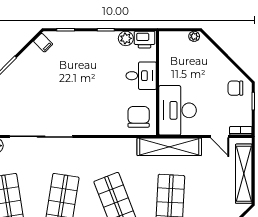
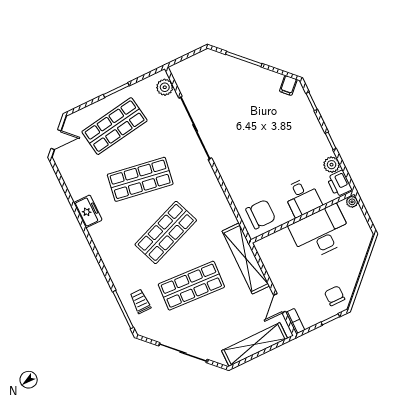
plant: (194, 36) -> (352, 202), moved
desk: (178, 110) -> (321, 232), moved

